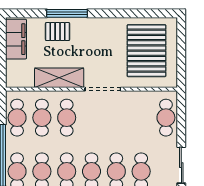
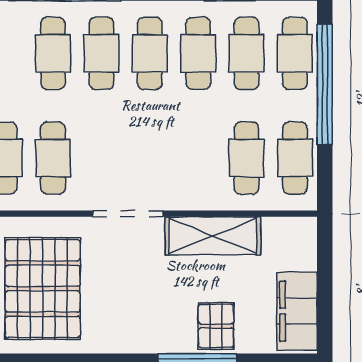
pallet: (58, 32) -> (216, 326), turned 90
cafe table: (67, 118) -> (53, 158), moved

